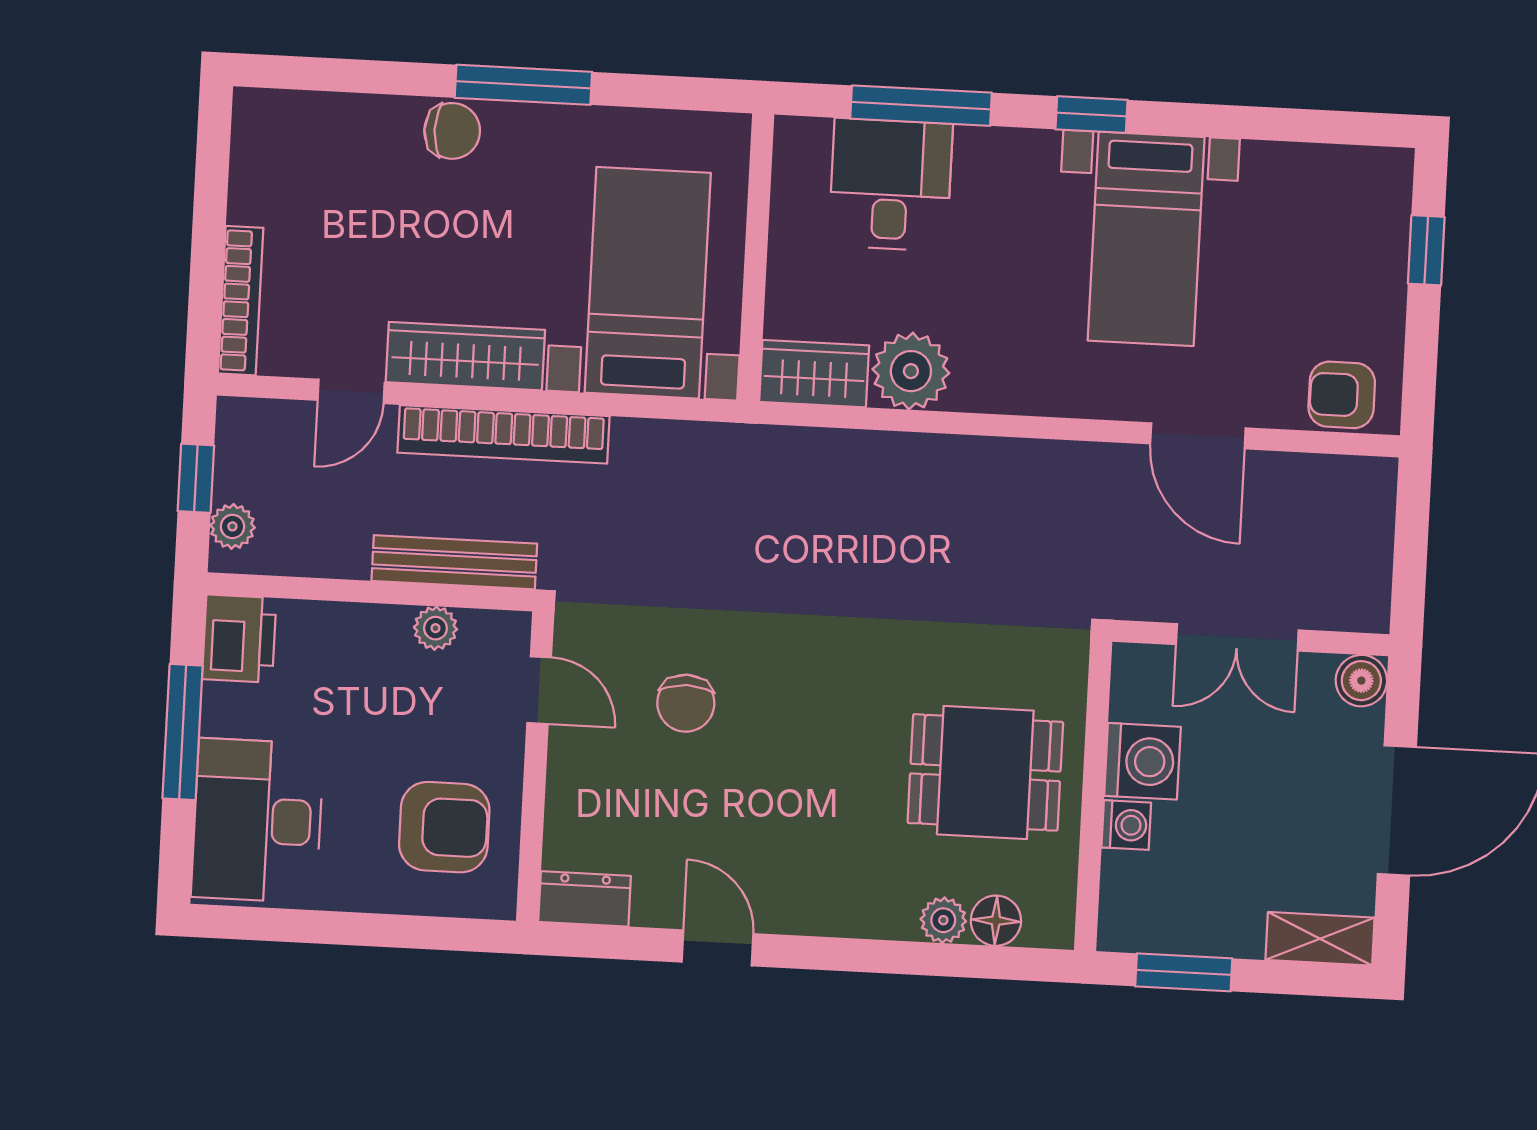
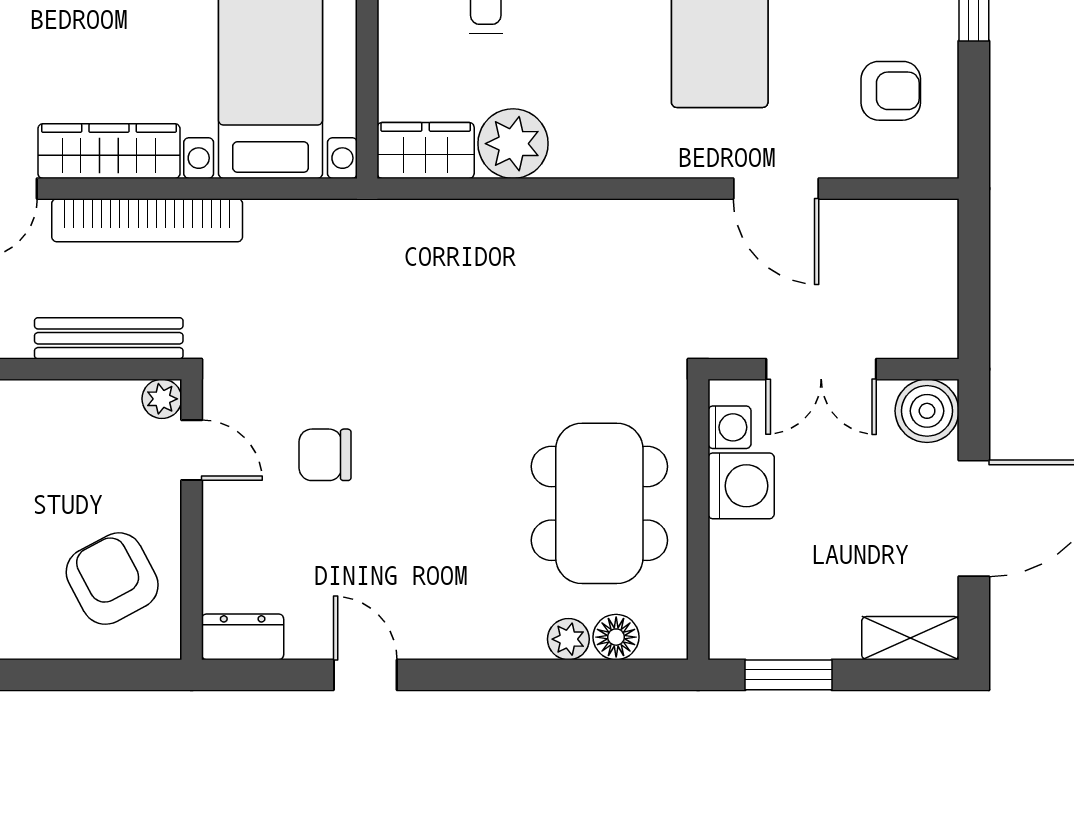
armchair: (1342, 395) -> (891, 91), moved, turned 180
plant: (435, 628) -> (162, 399), moved
boiler: (1361, 681) -> (927, 411), width x1.36, depth x1.36
chair: (686, 703) -> (325, 455), turned 90
dining table: (985, 772) -> (599, 503), width x1.38
washing machine: (1126, 825) -> (730, 427), moved
armchair: (444, 827) -> (112, 579), turned -118

